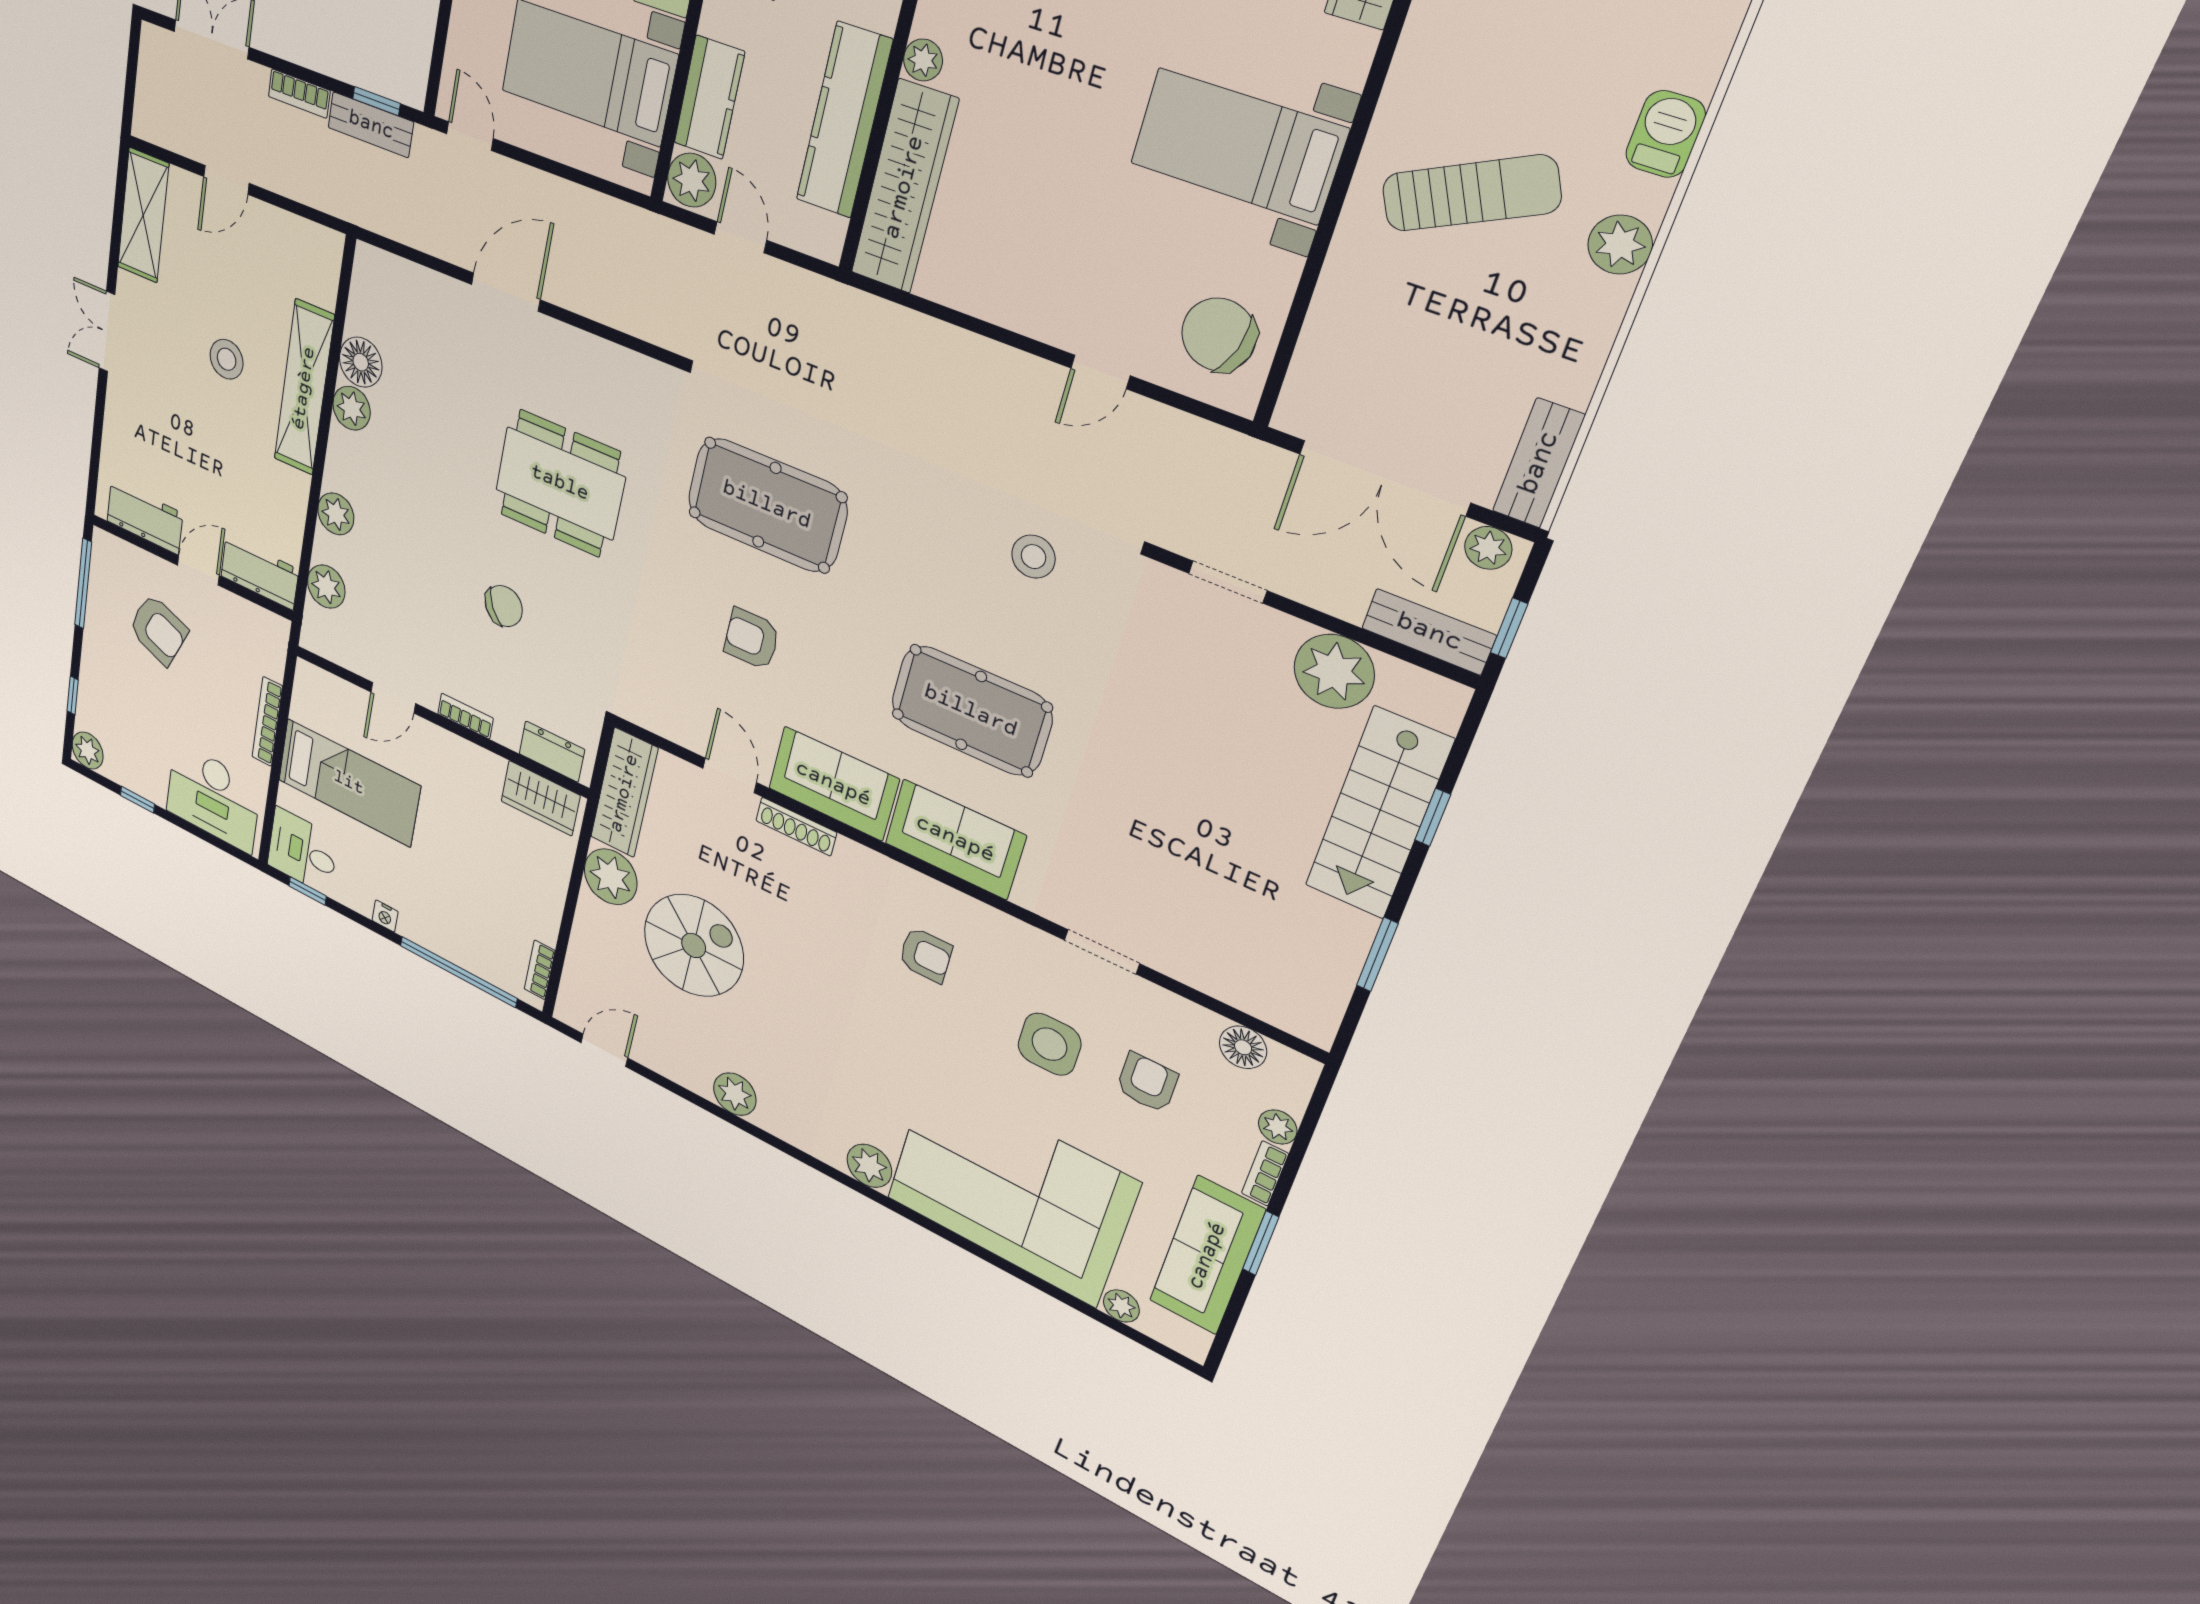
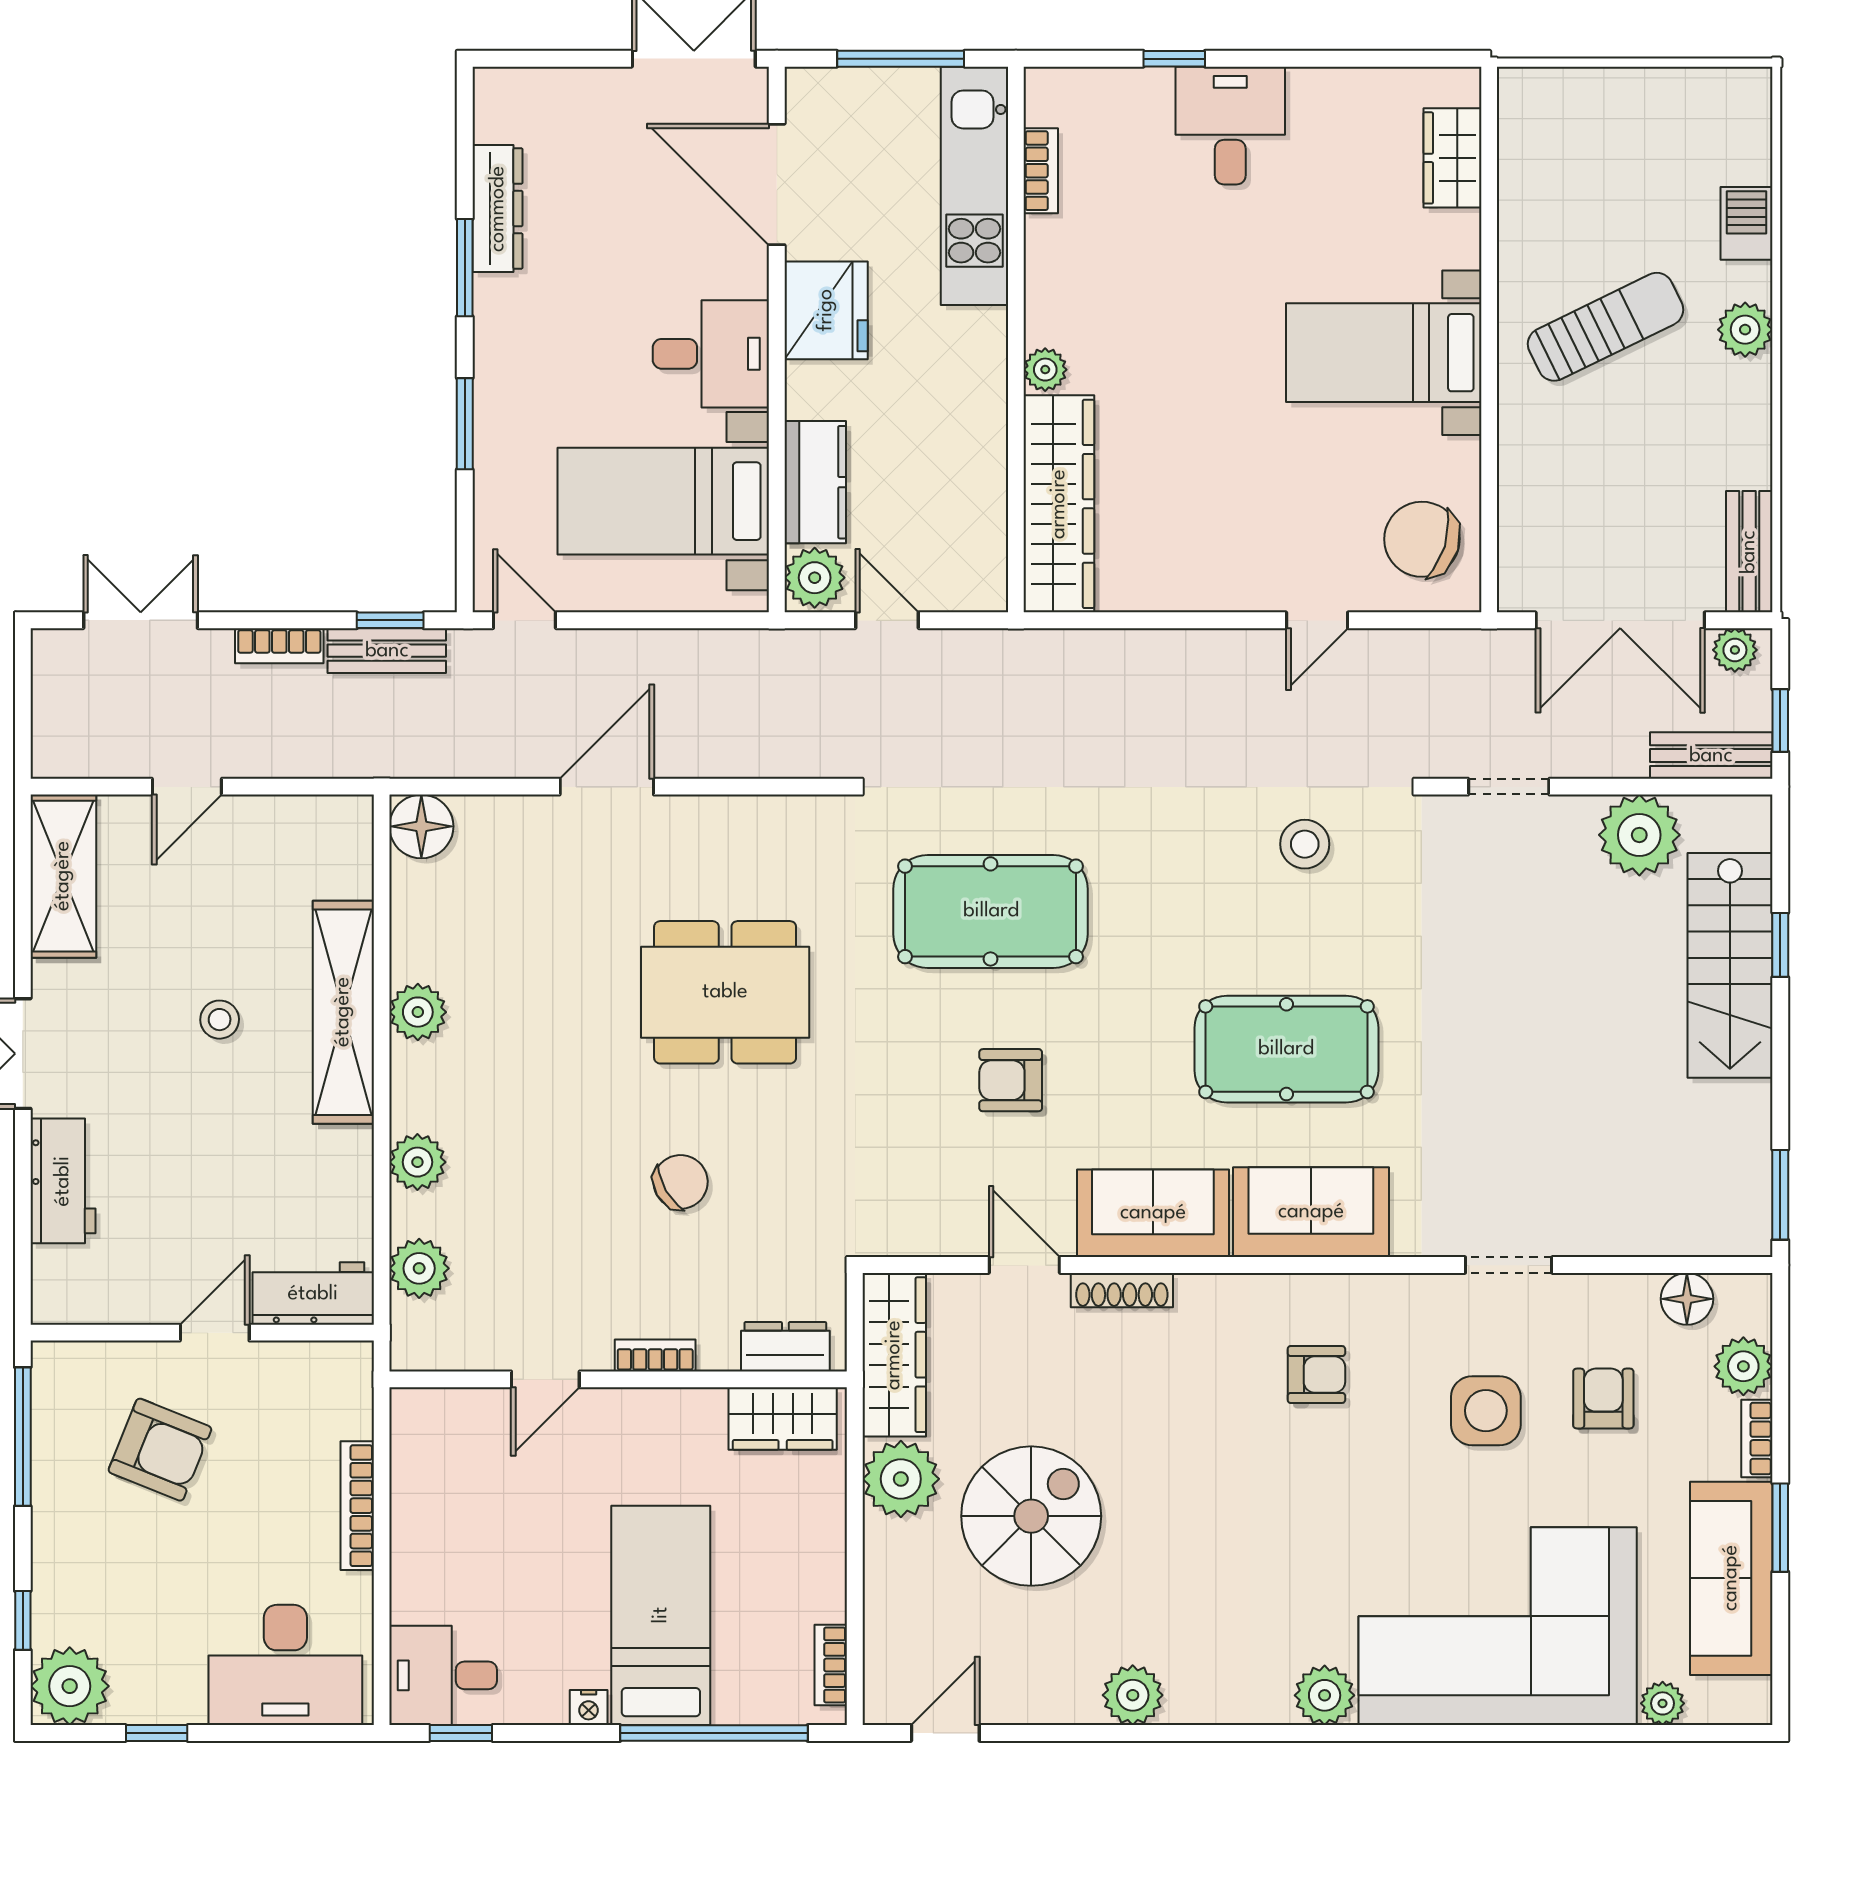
kitchen counter: (844, 121) -> (975, 457), removed
stool: (227, 359) -> (220, 1020), width x0.73, depth x0.73
floor lamp: (361, 362) -> (421, 826), moved
workbench: (145, 517) -> (63, 1181), moved, turned 90
plant: (88, 751) -> (70, 1686), width x1.36, depth x1.36
bed: (349, 783) -> (661, 1615), moved, turned -90
window: (1377, 955) -> (1780, 1195), moved
plant: (1278, 1127) -> (1743, 1366), width x1.38, depth x1.38

